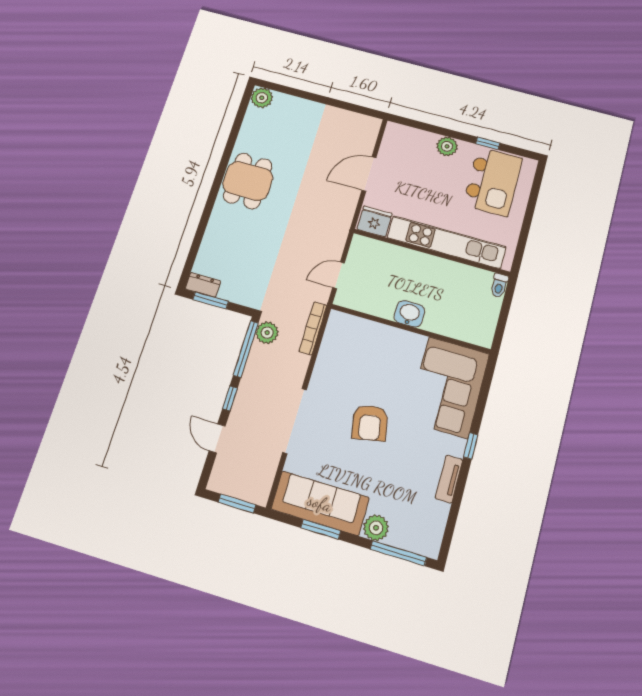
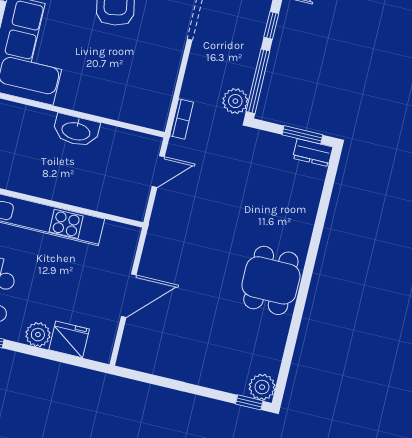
window: (273, 87) -> (249, 402), added
fridge: (375, 221) -> (69, 339), moved, turned 180
washbasin: (409, 314) -> (76, 130), width x1.38
bookcase: (313, 328) -> (182, 119), width x0.64

